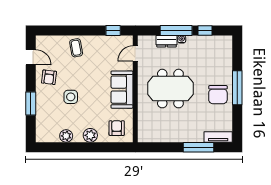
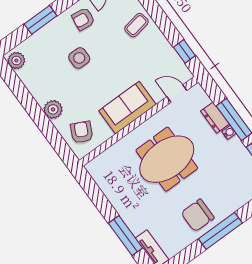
meeting table: (170, 89) -> (167, 159), turned 90
armchair: (117, 128) -> (82, 132), turned -64
plant: (66, 136) -> (16, 61), moved

